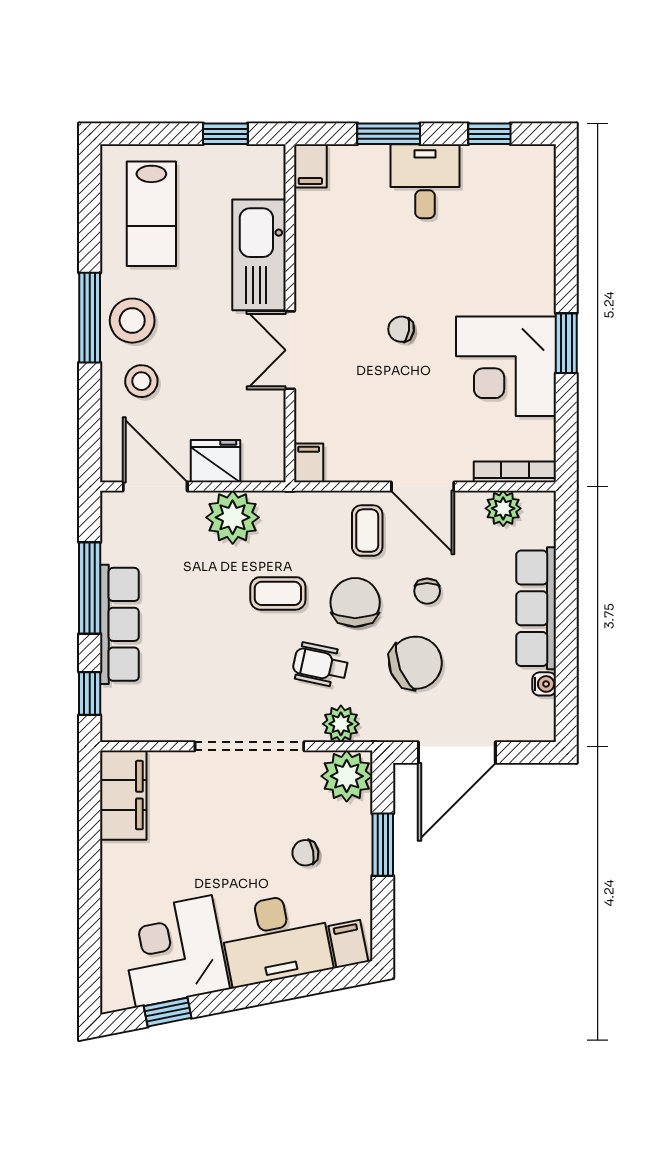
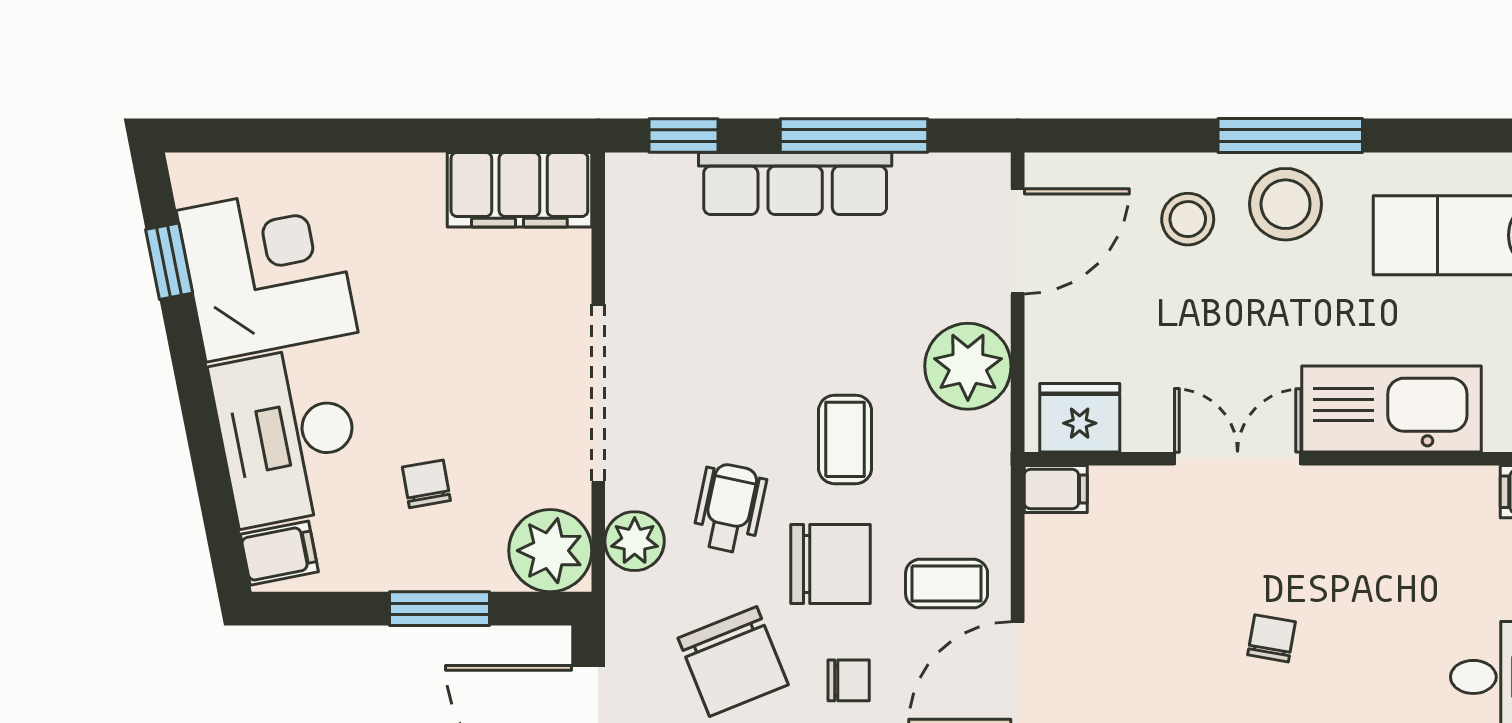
fridge: (216, 461) -> (1080, 418), moved, turned -90
chair: (427, 591) -> (849, 680), turned 180

